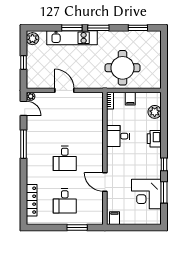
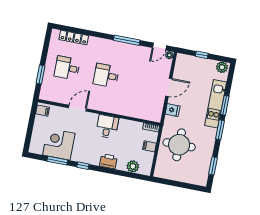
fridge: (87, 82) -> (173, 110), added
desk: (118, 136) -> (107, 127), moved

